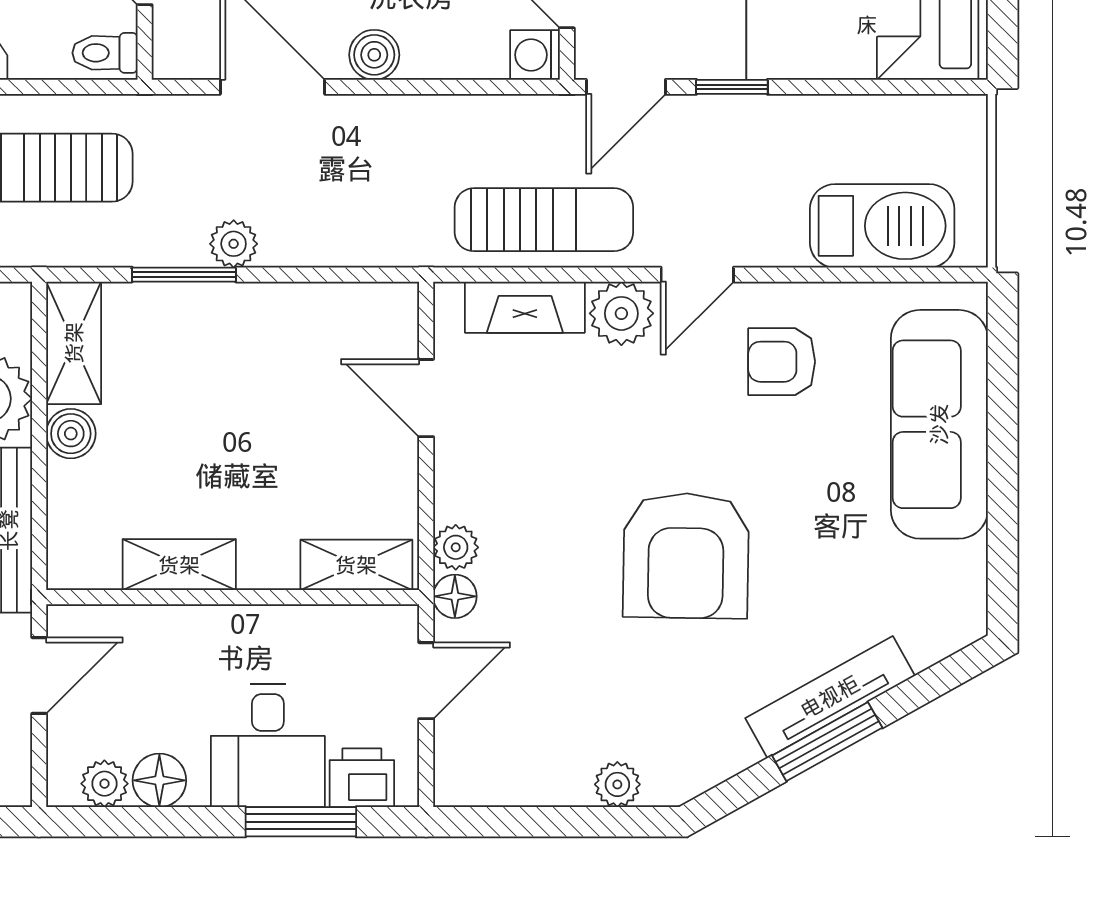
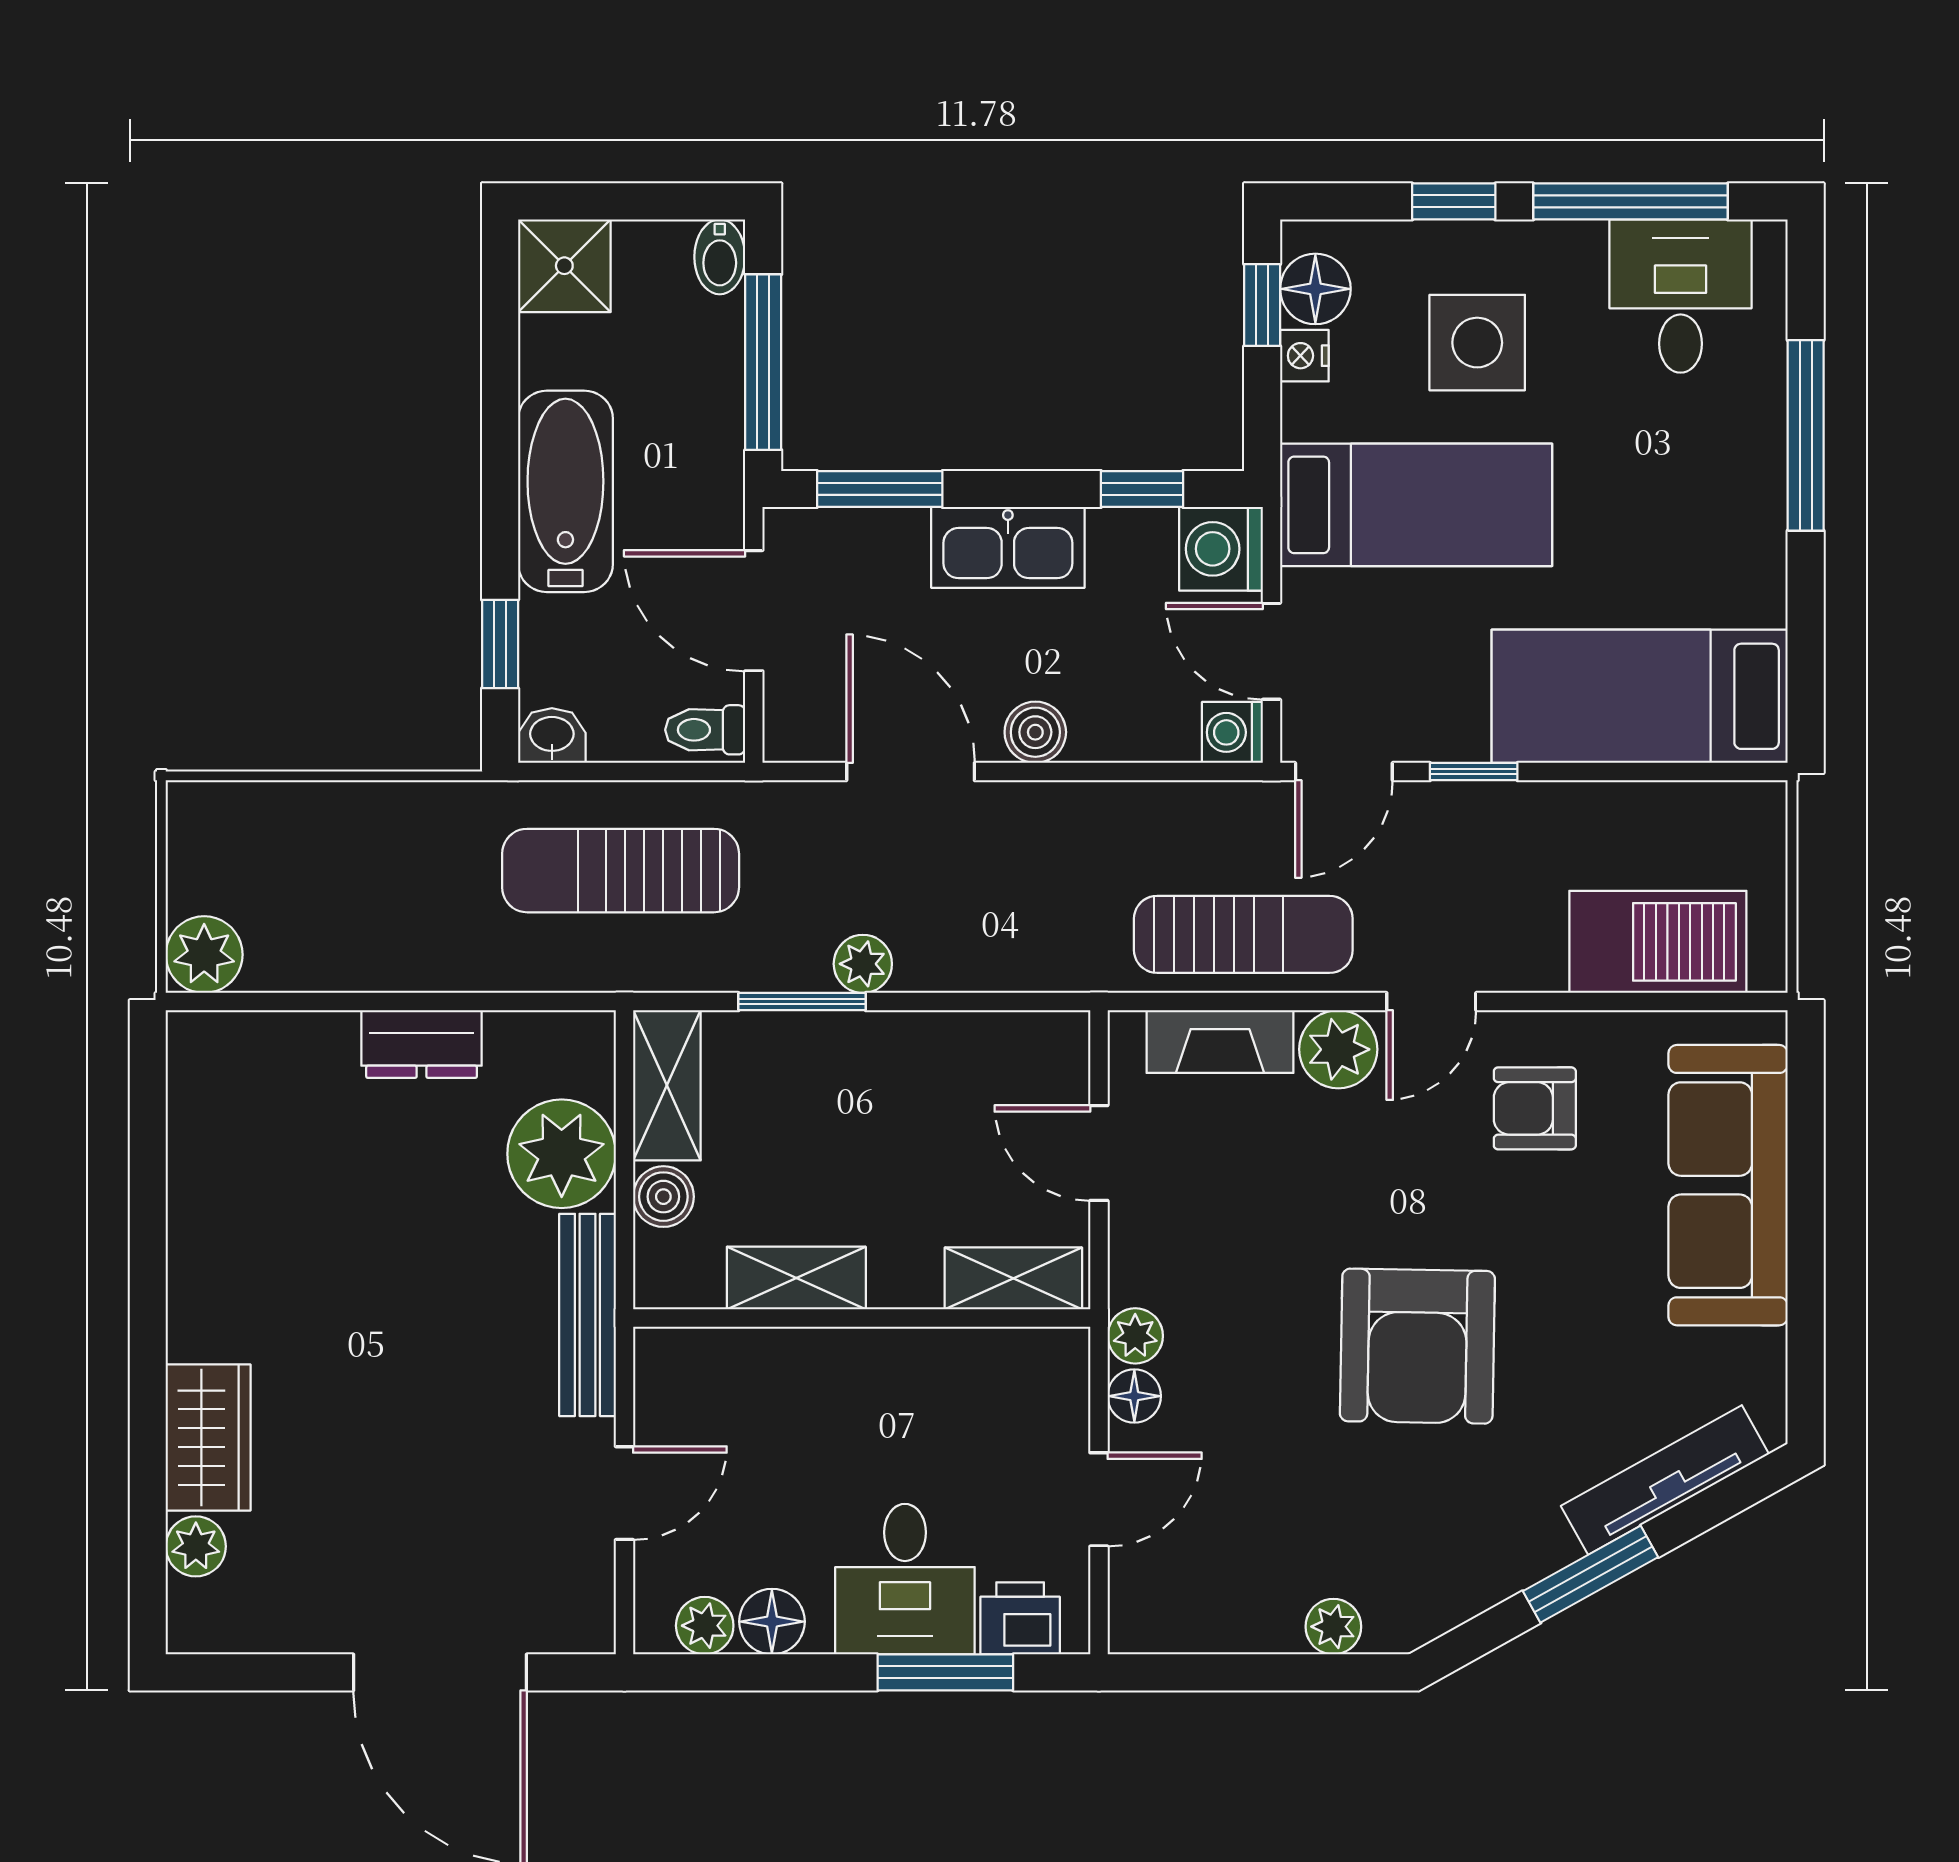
shelving: (179, 565) -> (796, 1278), moved
shelving: (356, 565) -> (1013, 1278), moved
wall: (233, 597) -> (862, 1318), moved
tv unit: (830, 697) -> (1665, 1480), moved

